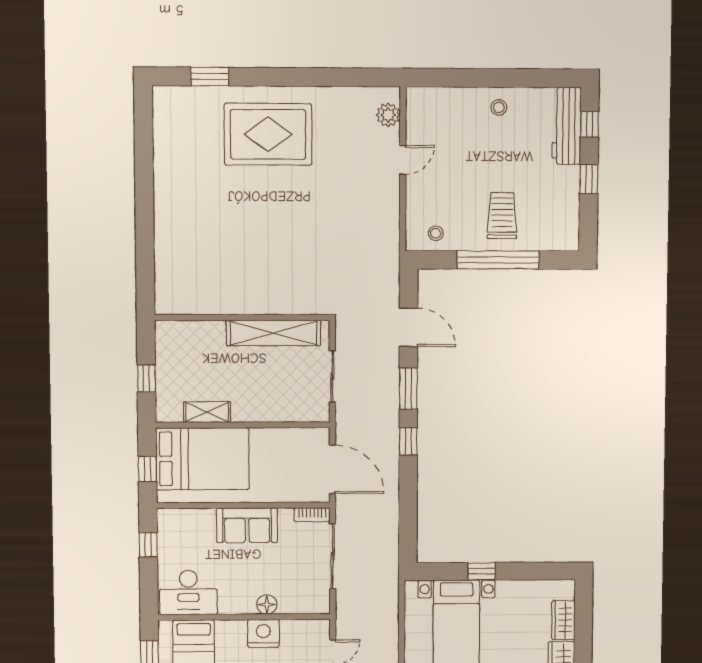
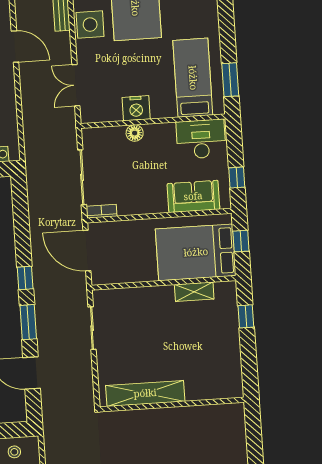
wall: (242, 318) -> (172, 405), moved
shelving: (274, 333) -> (145, 393), moved
sofa: (247, 525) -> (193, 196), moved

